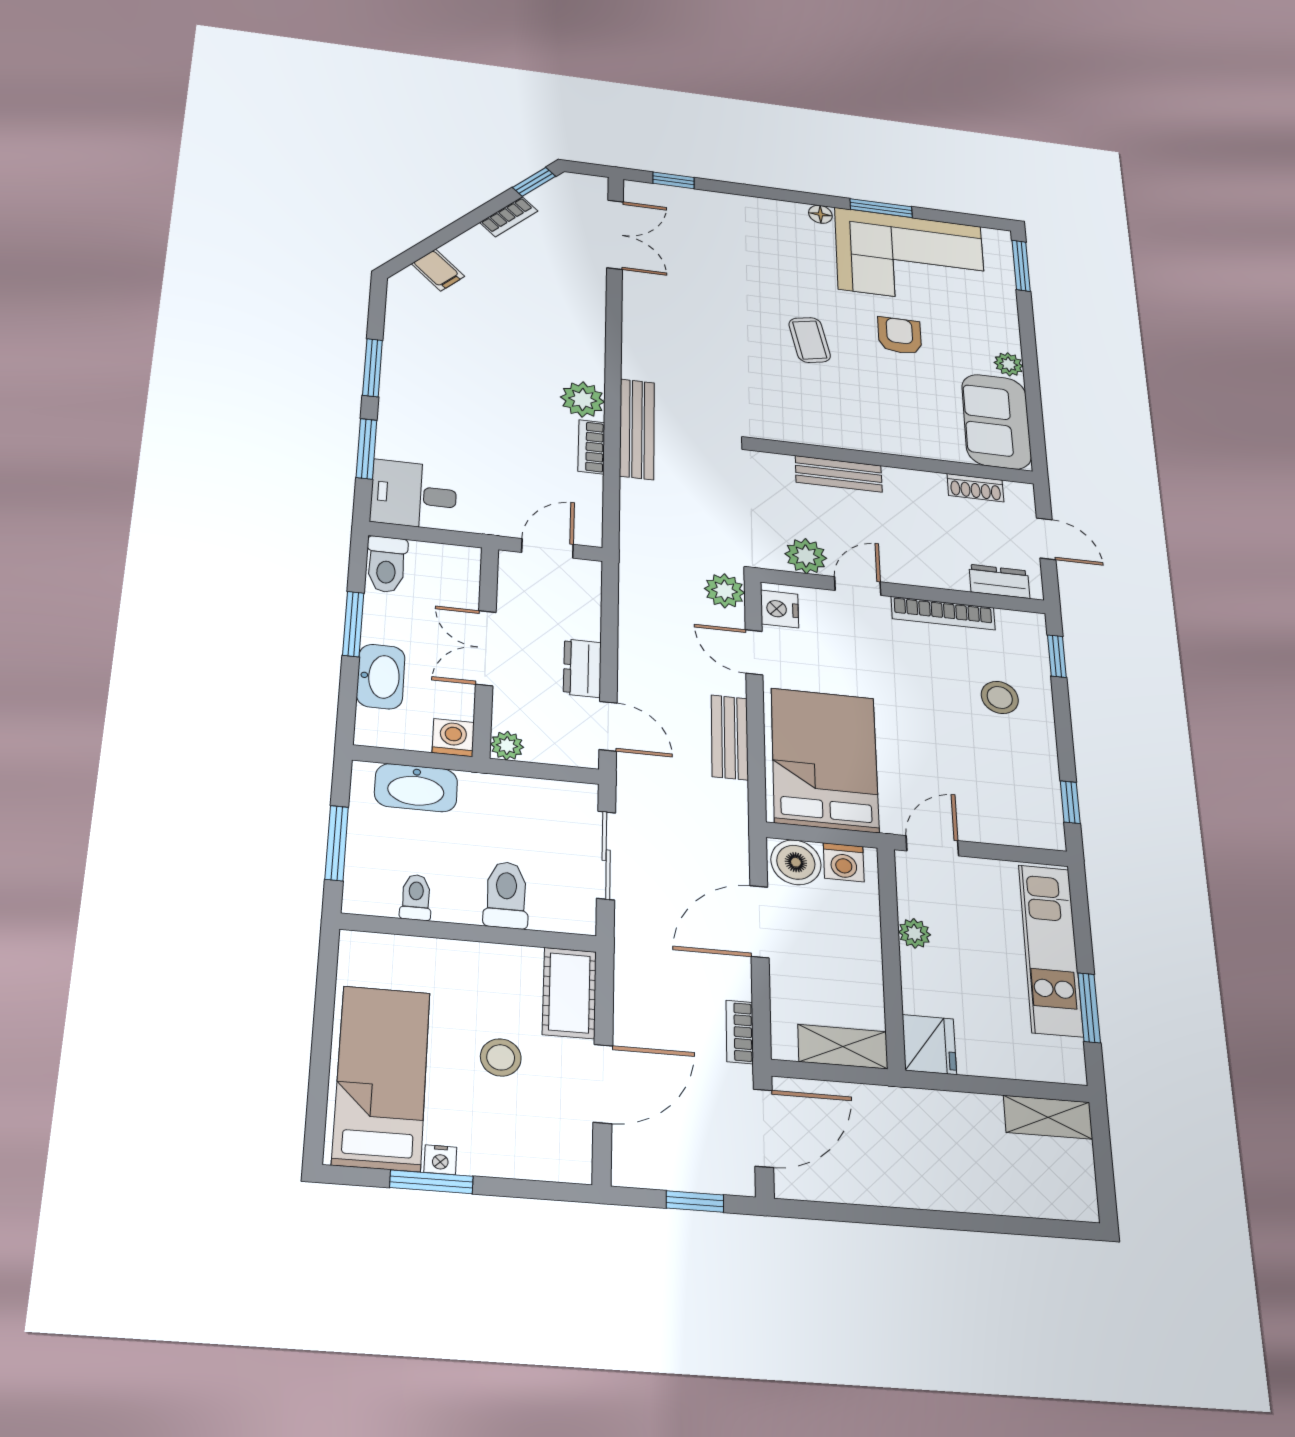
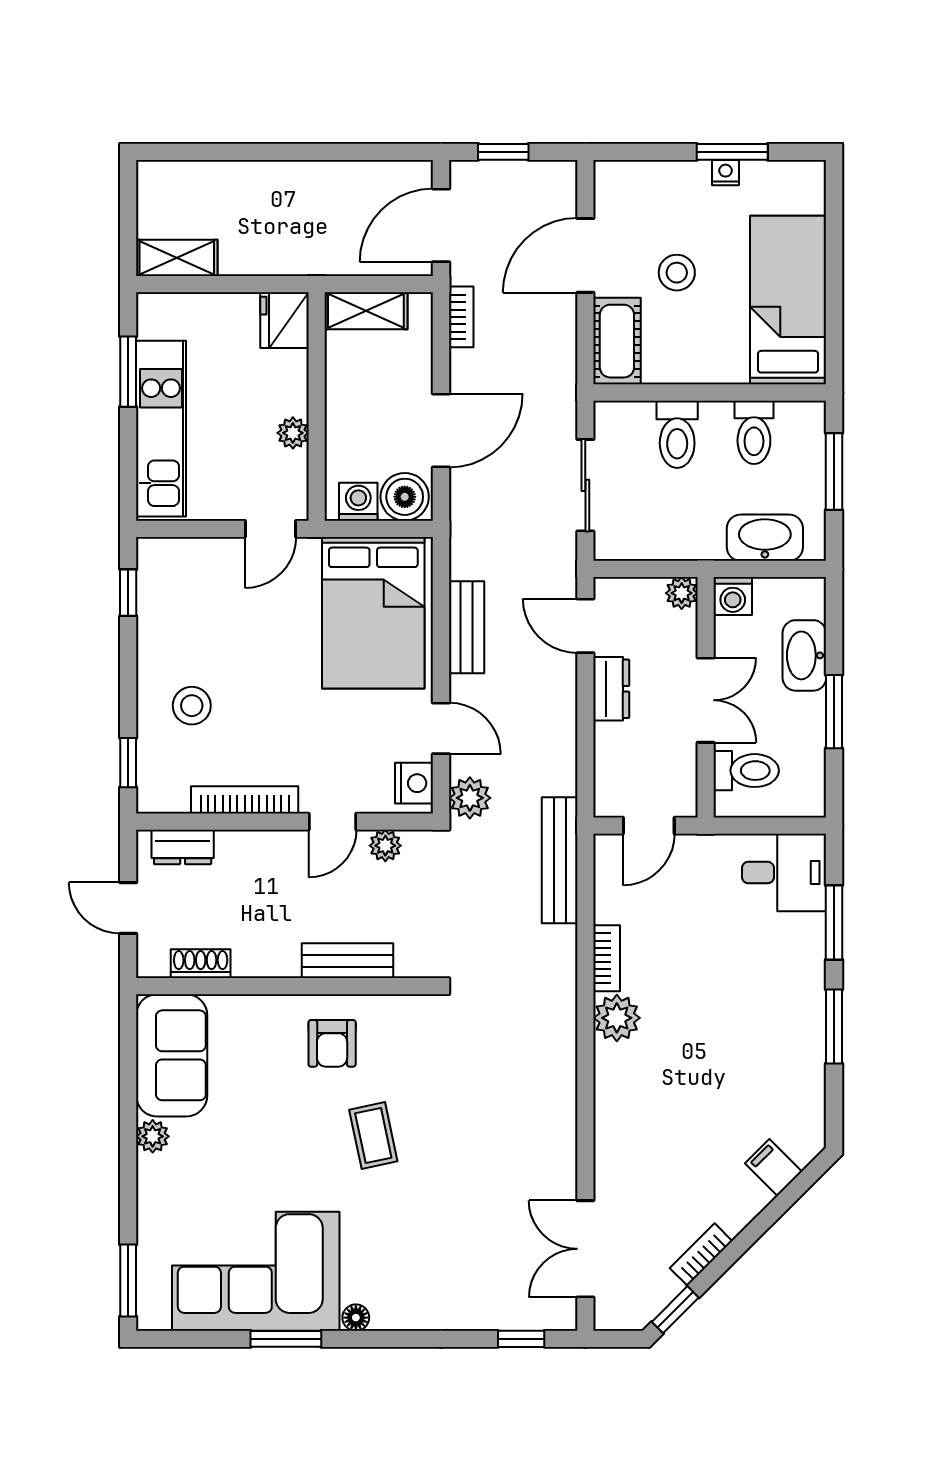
armchair: (900, 336) -> (332, 1043), moved
bench: (637, 429) -> (560, 860), moved
plant: (806, 556) -> (385, 846), width x0.73, depth x0.73
toilet: (386, 564) -> (746, 771), moved, turned 90
toilet: (416, 897) -> (754, 432), width x1.37, depth x1.39
bed: (381, 1078) -> (788, 300), moved, turned 180

